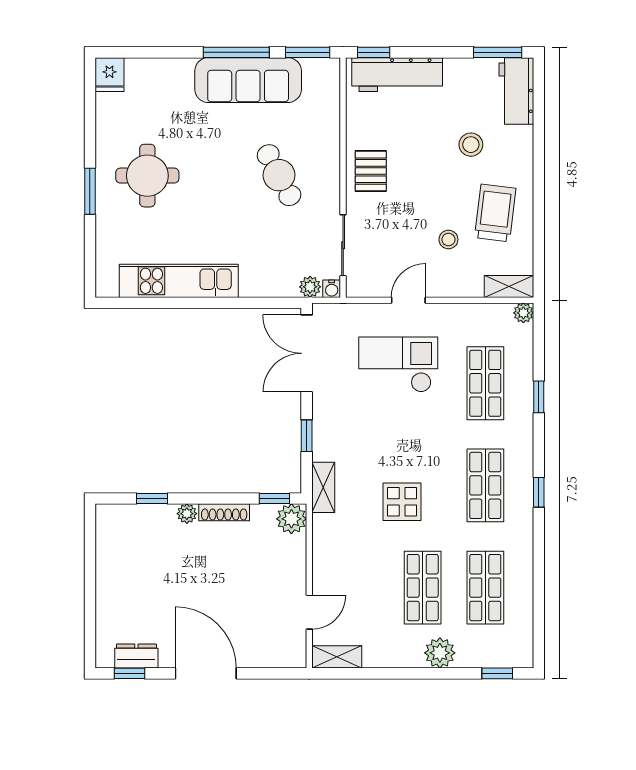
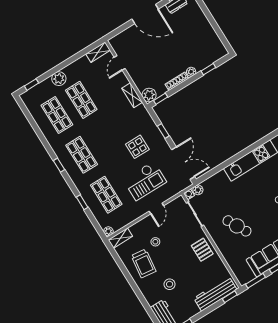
shelving: (323, 487) -> (132, 95), moved
display table: (402, 502) -> (137, 147), moved

